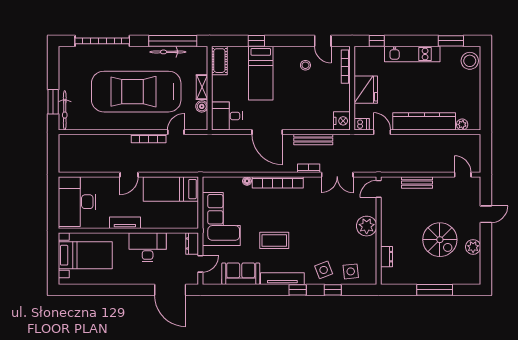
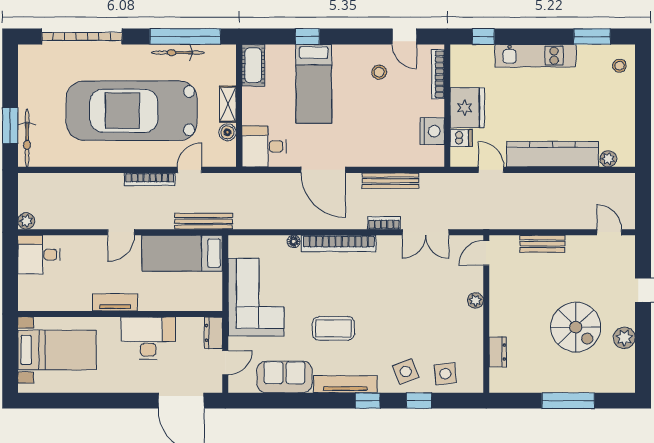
stool: (470, 61) -> (619, 66), width x0.53, depth x0.53
nightstand: (342, 121) -> (432, 131), moved
dishwasher: (362, 124) -> (461, 138), moved
plant: (64, 167) -> (26, 221), added
bench: (185, 167) -> (204, 221), added
desk: (77, 202) -> (39, 255), width x0.53, depth x0.77
plant: (367, 226) -> (475, 300), width x0.53, depth x0.53

